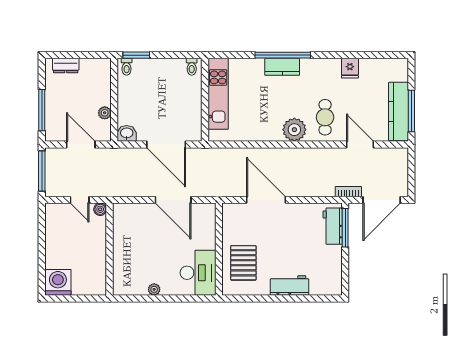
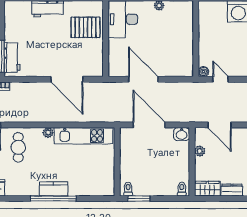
window: (136, 55) -> (139, 199), moved
wardrobe: (96, 67) -> (207, 189), added
kitchen unit: (218, 94) -> (84, 136), moved, turned -90
plant: (294, 130) -> (48, 133), width x0.53, depth x0.53
pallet: (243, 263) -> (86, 27), turned 90

